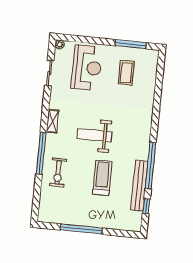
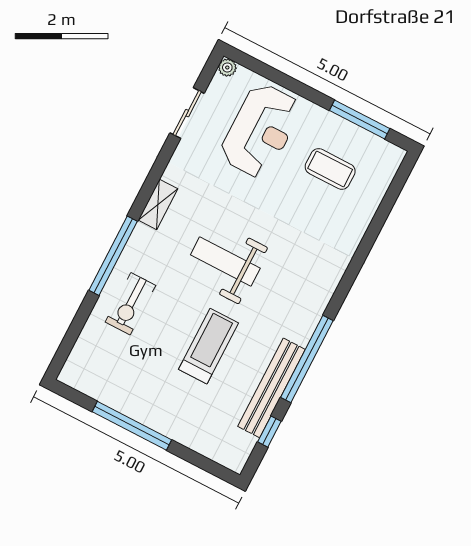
coffee table: (126, 73) -> (330, 169), turned 90

